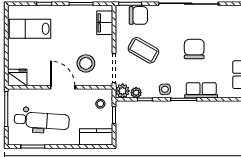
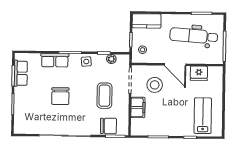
chair: (138, 15) -> (108, 126), turned 180
filing cabinet: (105, 23) -> (138, 107), moved
lab bench: (30, 29) -> (203, 116), turned -90
coffee table: (143, 50) -> (104, 96), turned 60
fridge: (17, 78) -> (199, 73), moved
plant: (123, 91) -> (123, 61), removed

